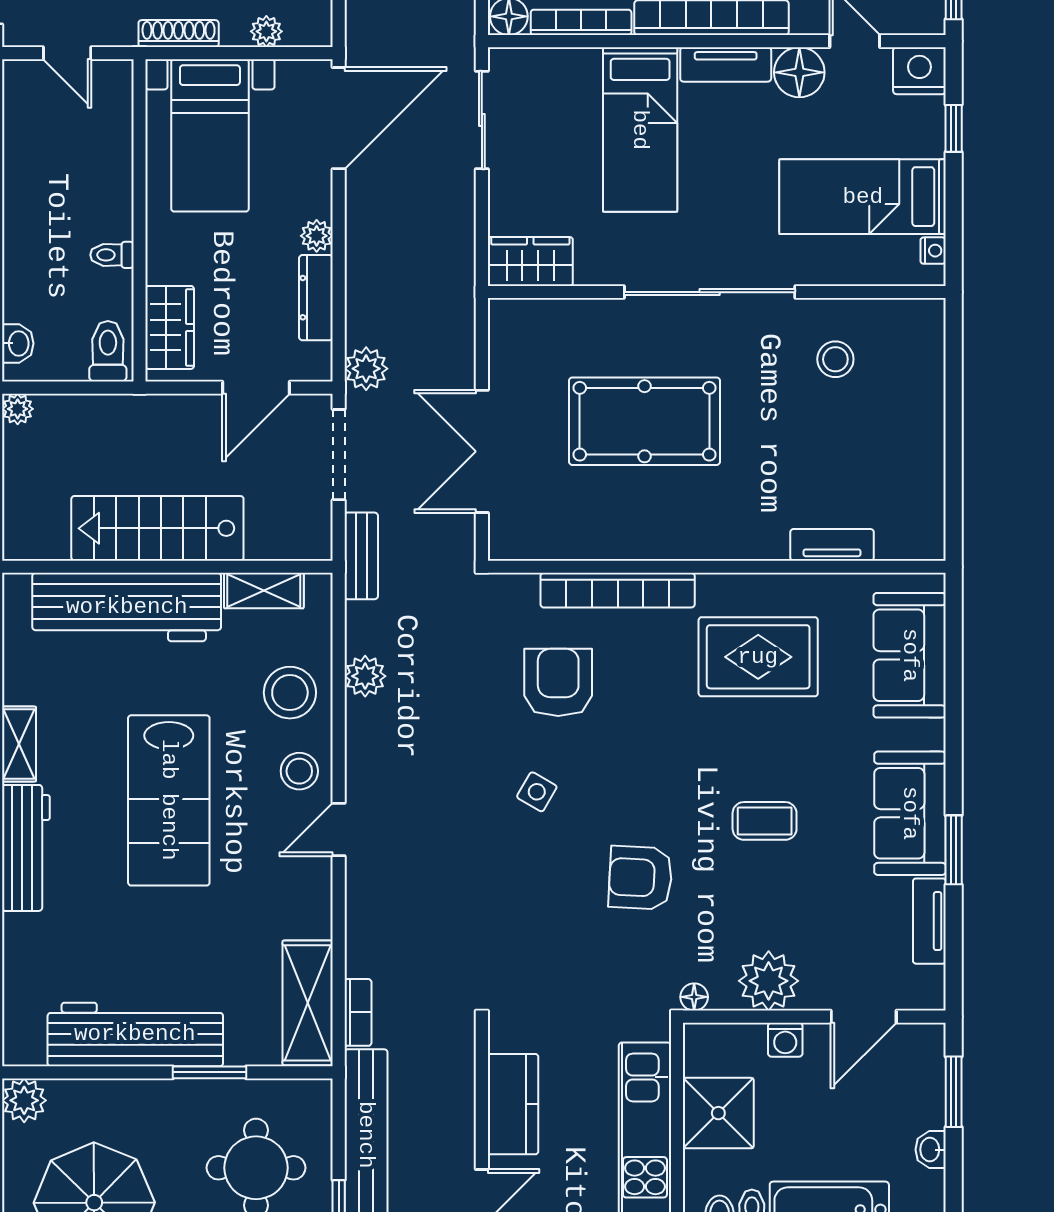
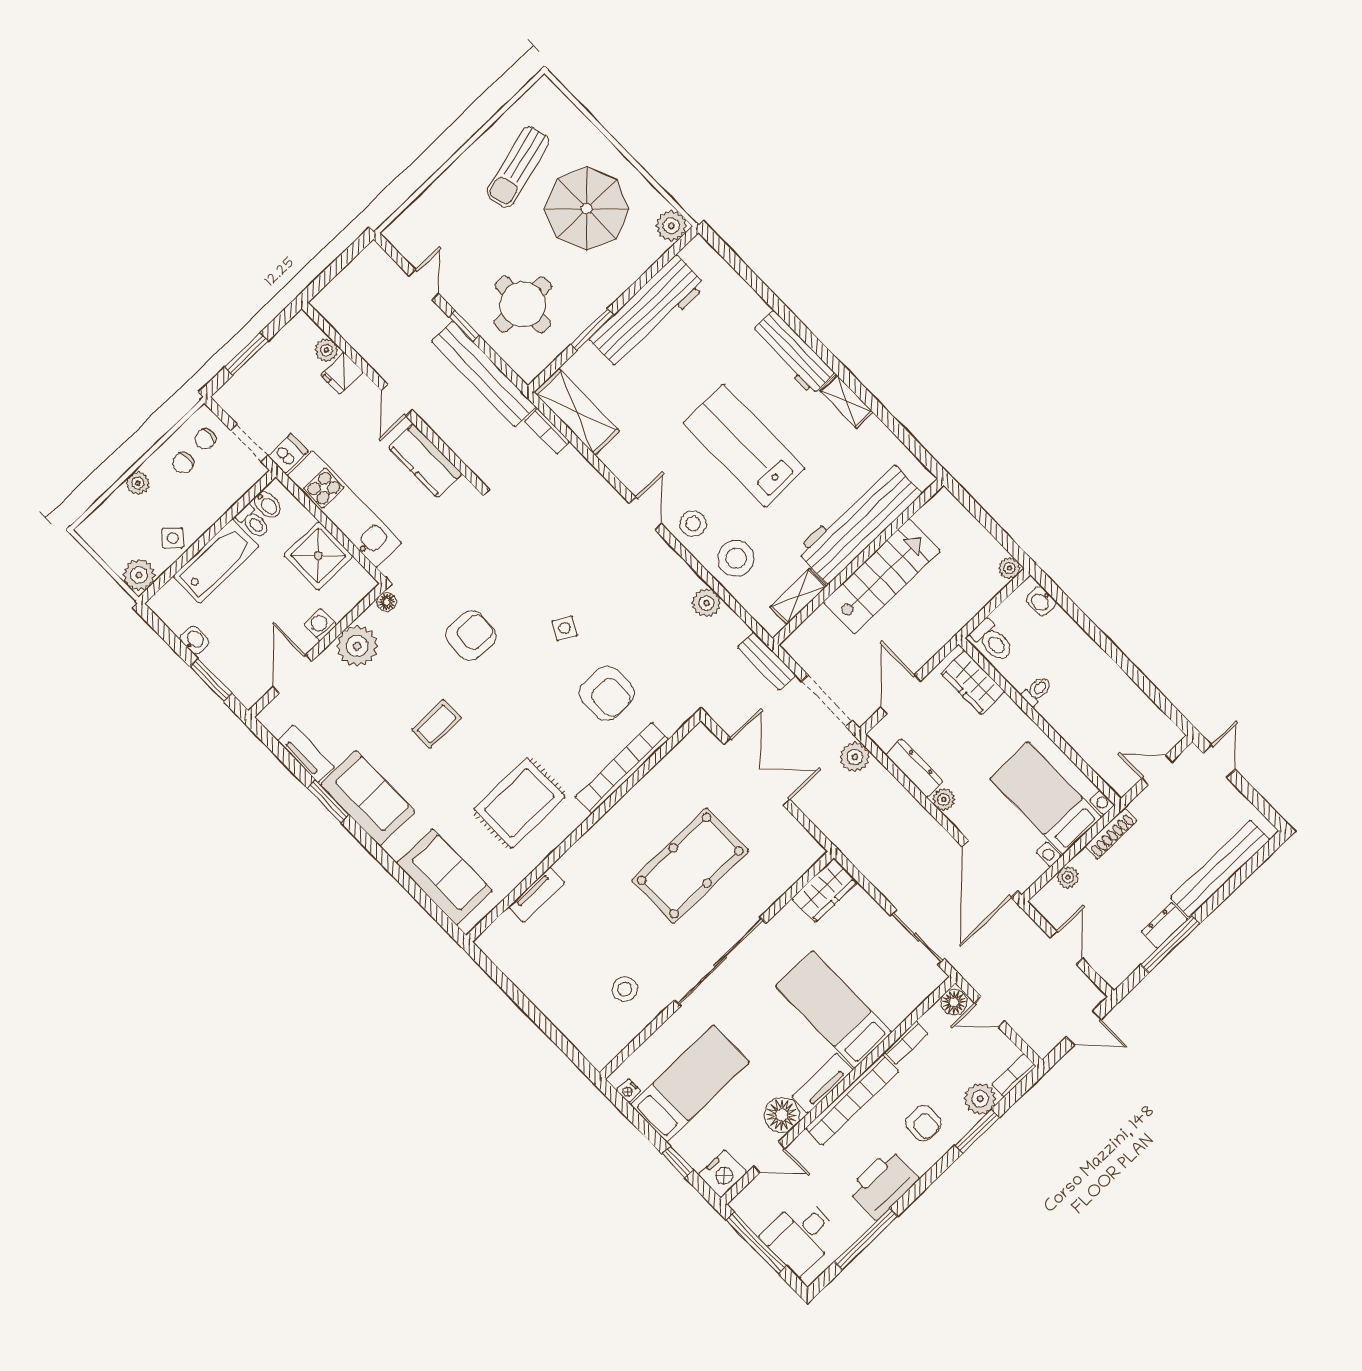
bookcase: (581, 22) -> (906, 1043), width x0.64

